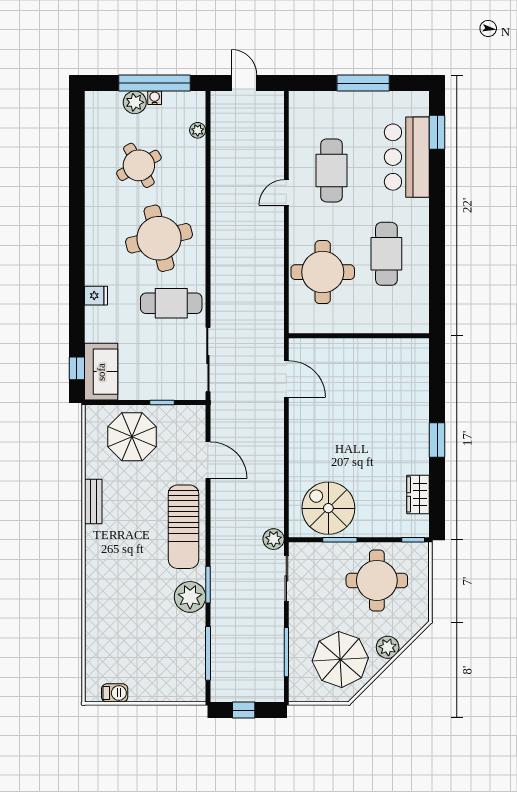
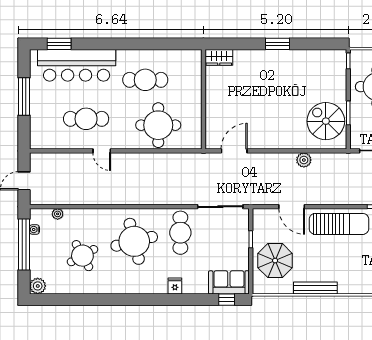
water cooler: (155, 98) -> (34, 230), moved
plant: (135, 102) -> (38, 286), moved
bar counter: (407, 157) -> (77, 65), width x1.36
door: (208, 460) -> (292, 207), swing flipped
wardrobe: (418, 494) -> (219, 57), moved
bench: (93, 502) -> (315, 288), width x1.36
spiral stairs: (328, 508) -> (326, 121), turned 90
plant: (274, 539) -> (304, 160), moved

